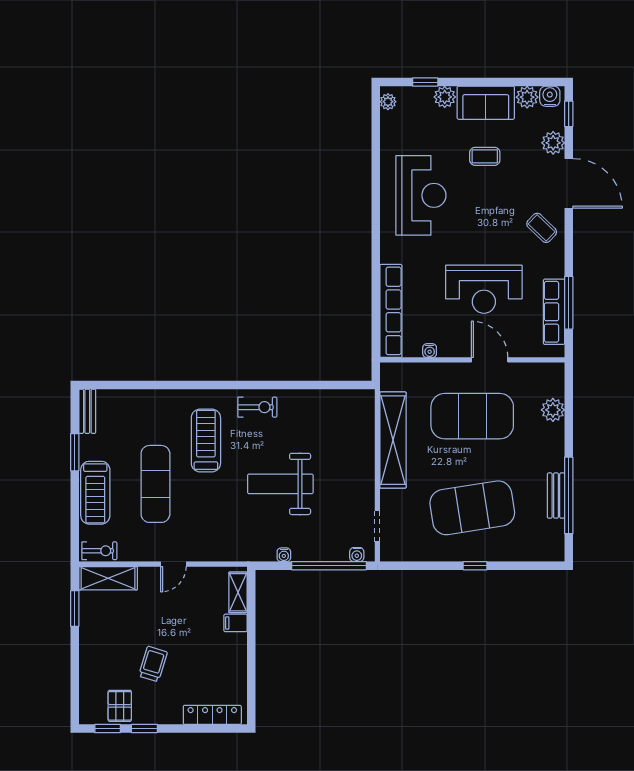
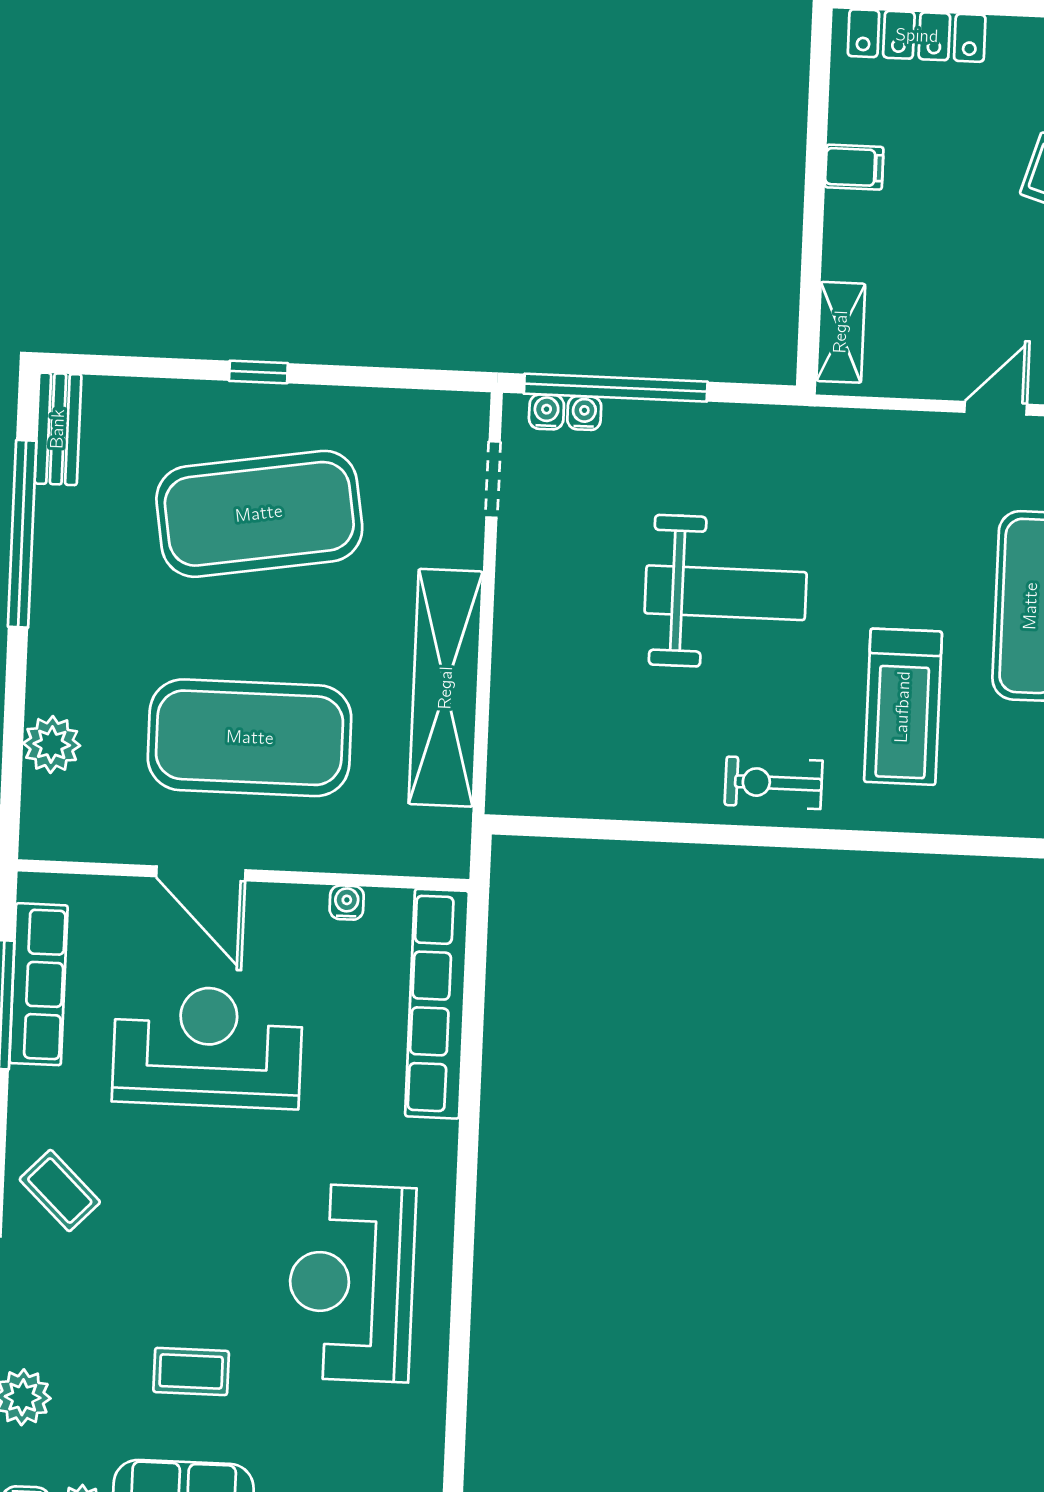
bench: (556, 496) -> (58, 429), moved
water cooler: (284, 555) -> (584, 413), moved
filing cabinet: (235, 623) -> (854, 167), moved

